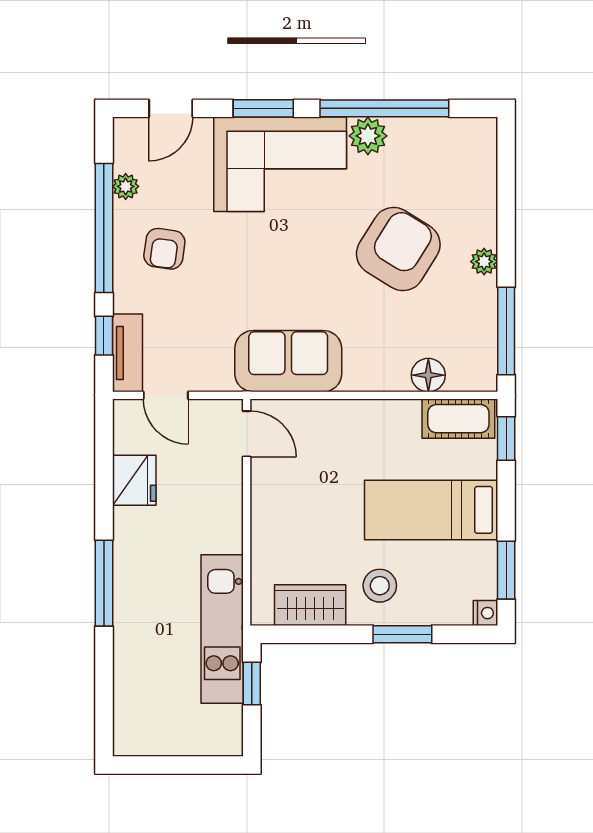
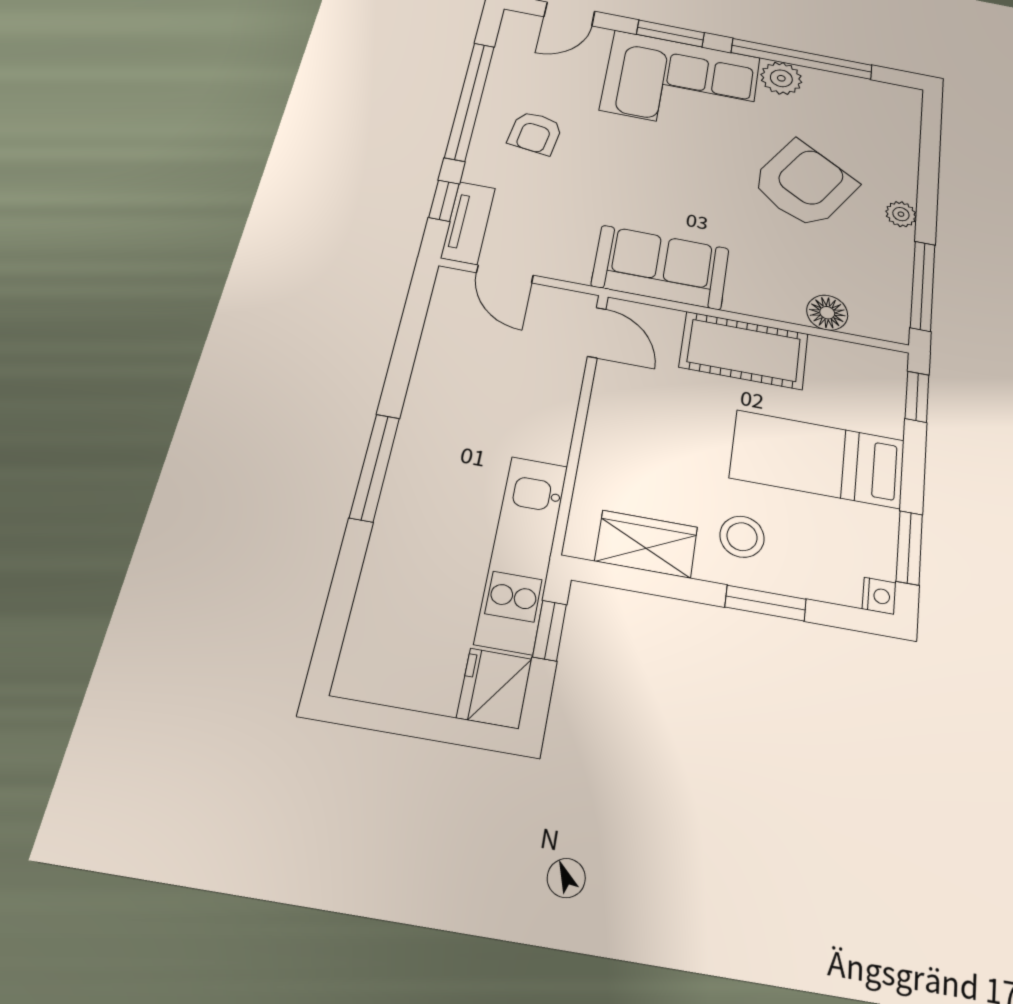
plant: (126, 186) -> (504, 70), removed
cot: (458, 419) -> (744, 350), moved, width x1.37, depth x1.34
fridge: (134, 480) -> (494, 688), moved, turned 180

